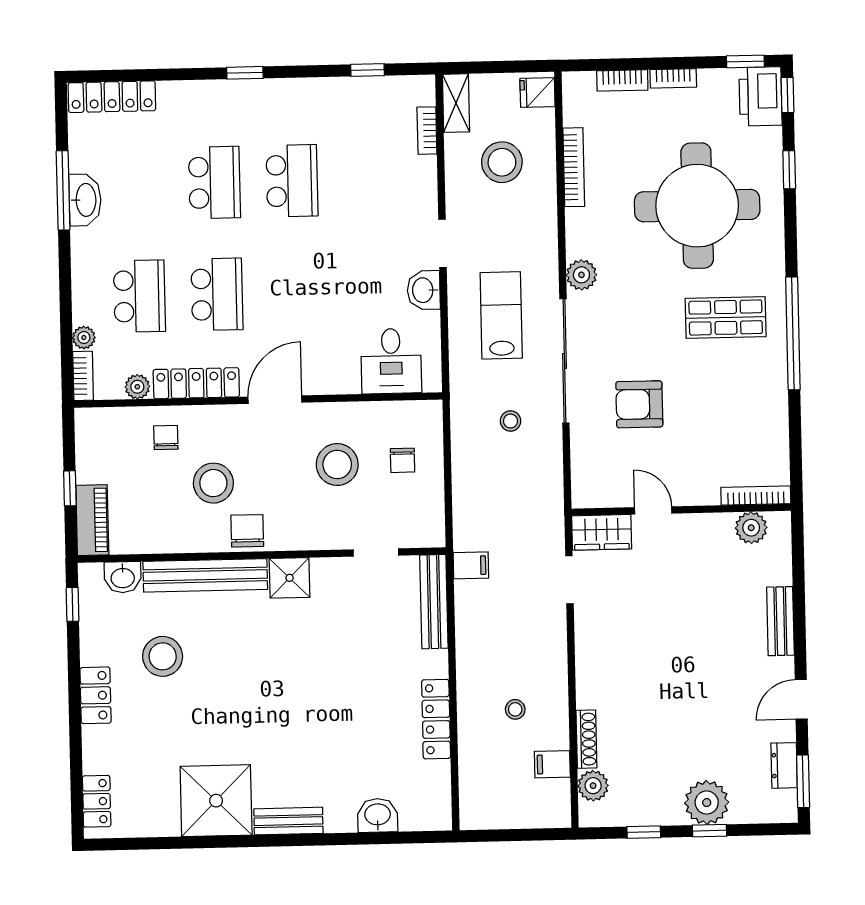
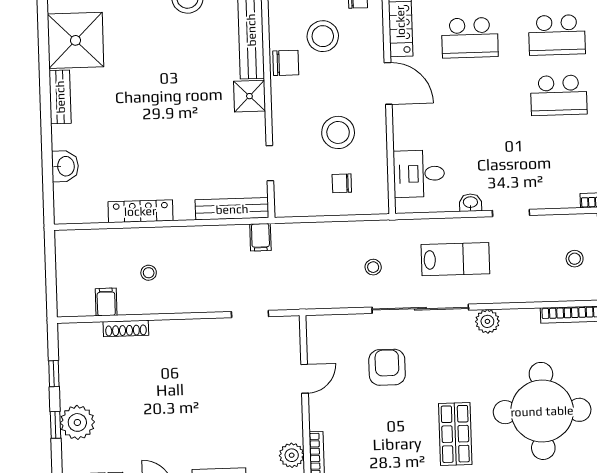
stool: (502, 162) -> (575, 259), width x0.53, depth x0.53
washbasin: (424, 290) -> (470, 203), width x0.72, depth x0.69
wardrobe: (602, 532) -> (287, 339), removed
plant: (593, 786) -> (90, 334), removed

